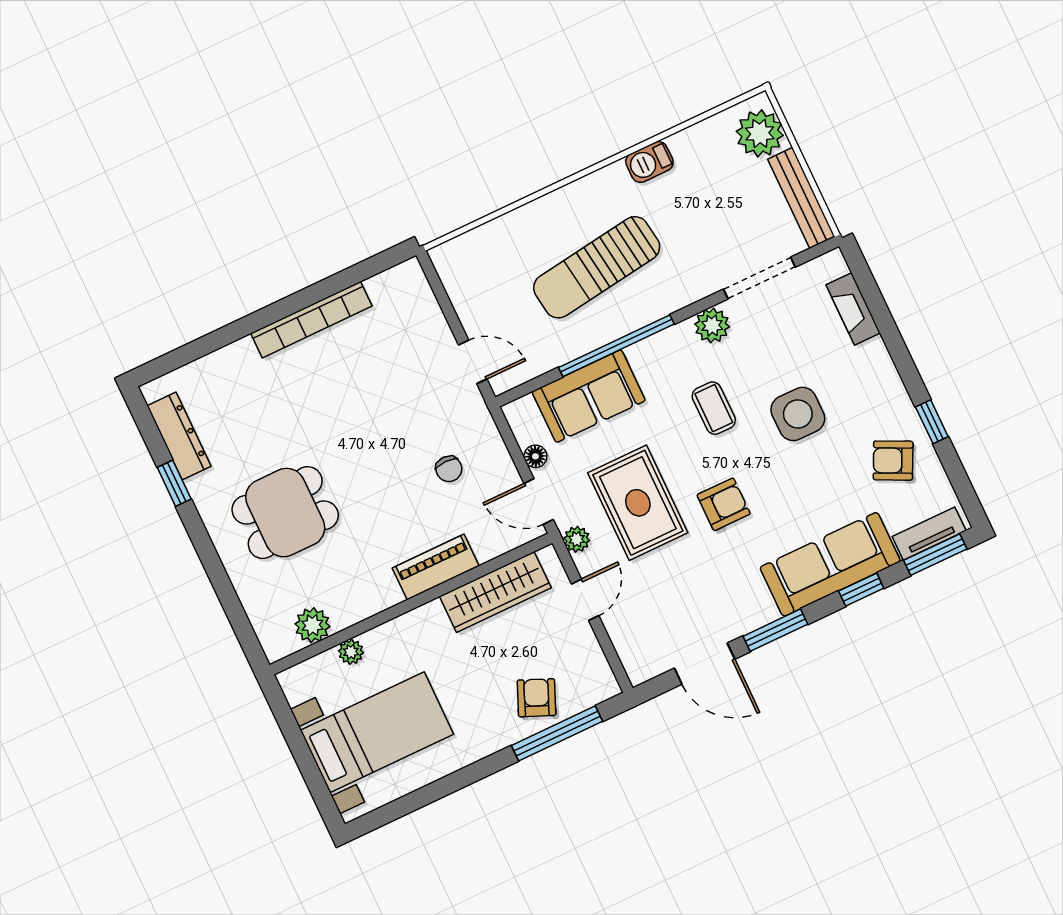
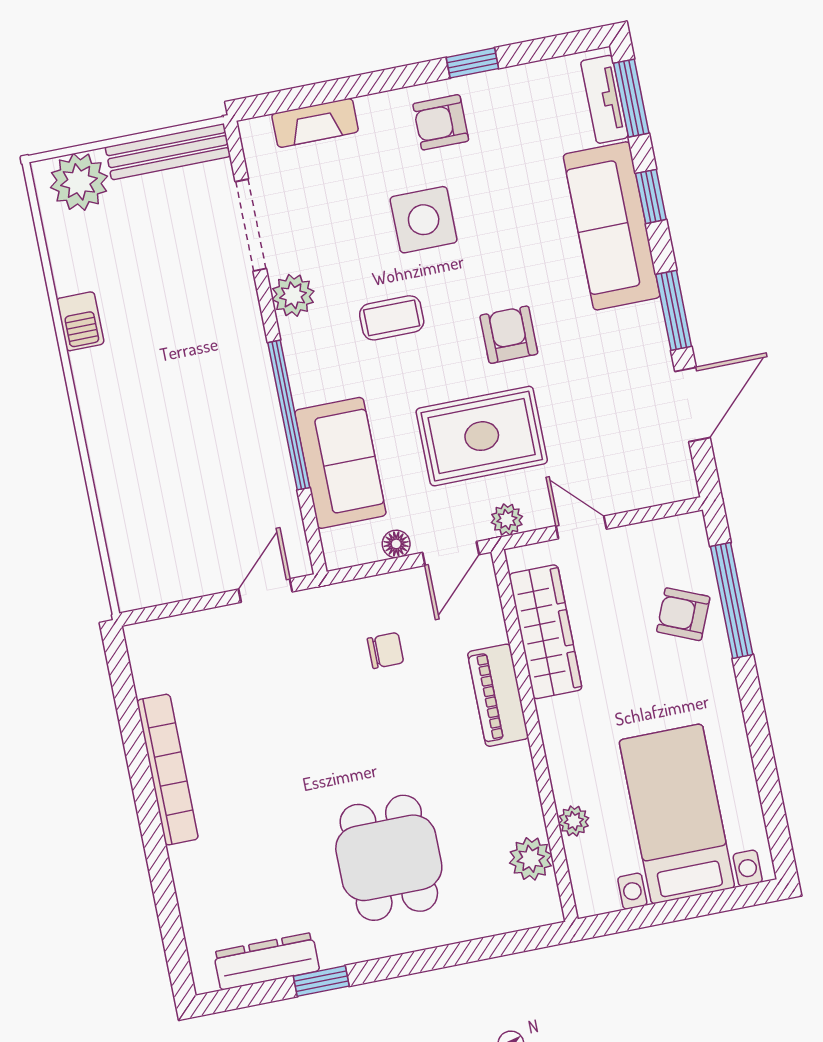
sun lounger: (597, 267) -> (190, 415), removed
armchair: (893, 461) -> (441, 122), moved, turned 64

